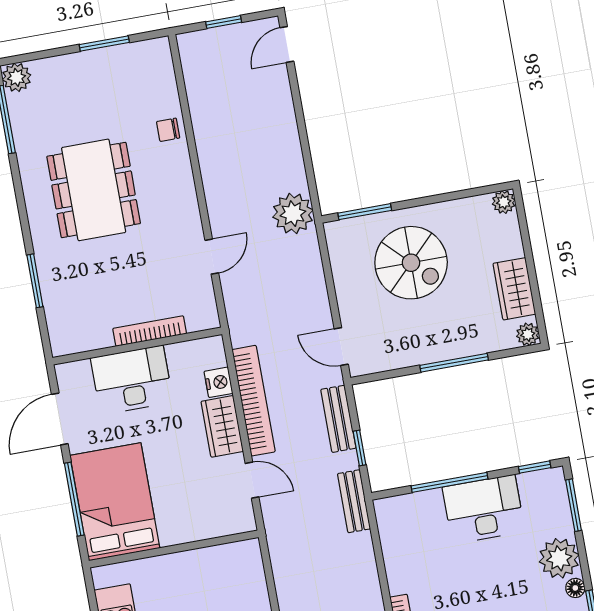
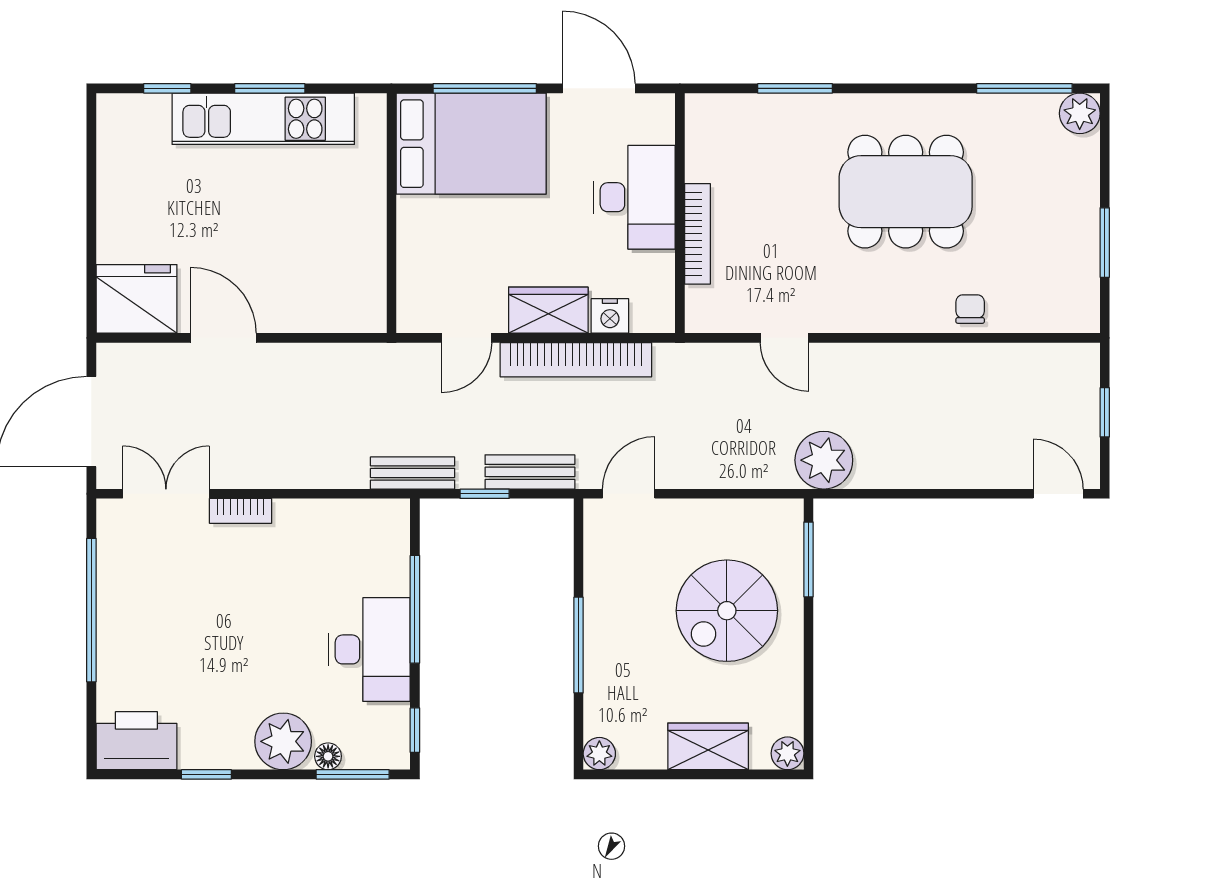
wardrobe: (514, 289) -> (708, 746), moved
floor lamp: (575, 588) -> (328, 756), moved

